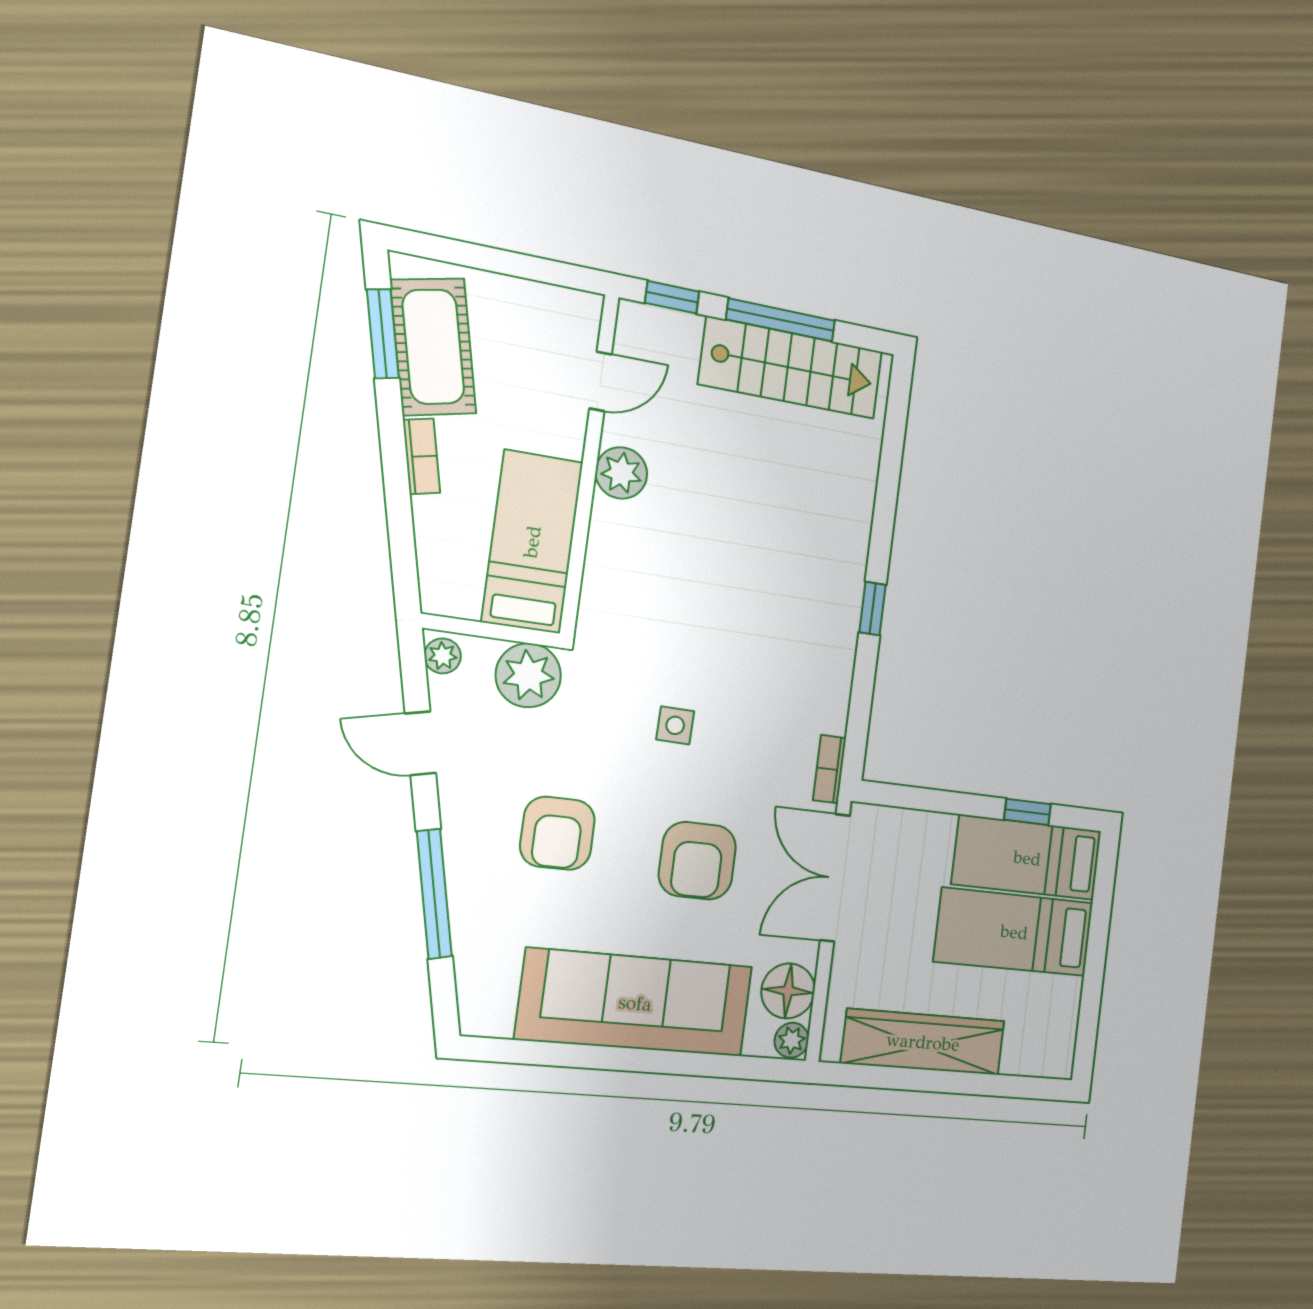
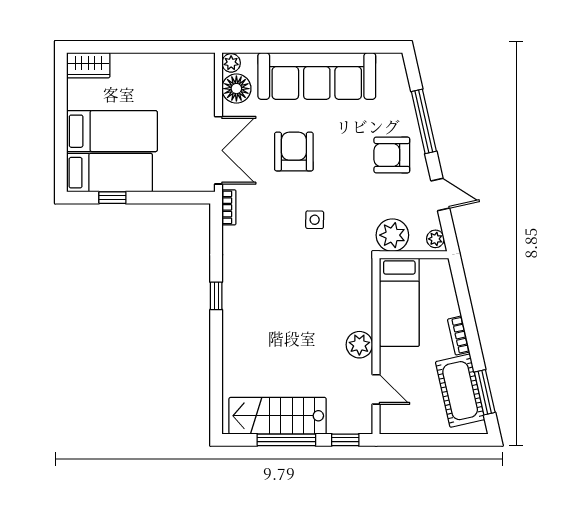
door: (601, 381) -> (376, 389), swing flipped
armchair: (557, 833) -> (392, 155), moved, turned -90
wardrobe: (923, 1042) -> (88, 65), moved, width x0.48, depth x0.85

